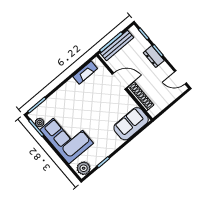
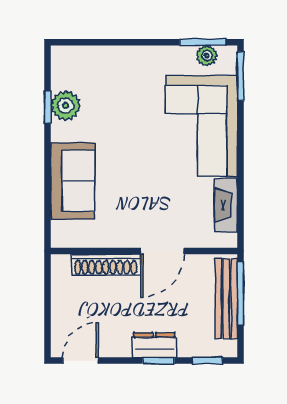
sofa: (131, 124) -> (73, 181), moved
corner sofa: (67, 136) -> (201, 126), moved, turned 90
plant: (84, 168) -> (66, 106), moved

